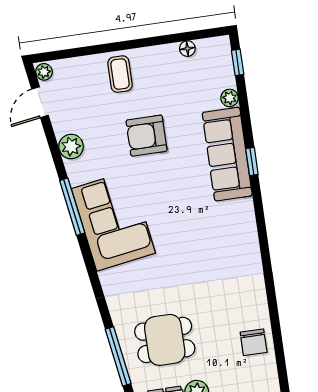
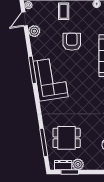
armchair: (147, 136) -> (72, 42), turned 90
plant: (71, 147) -> (34, 31), moved

